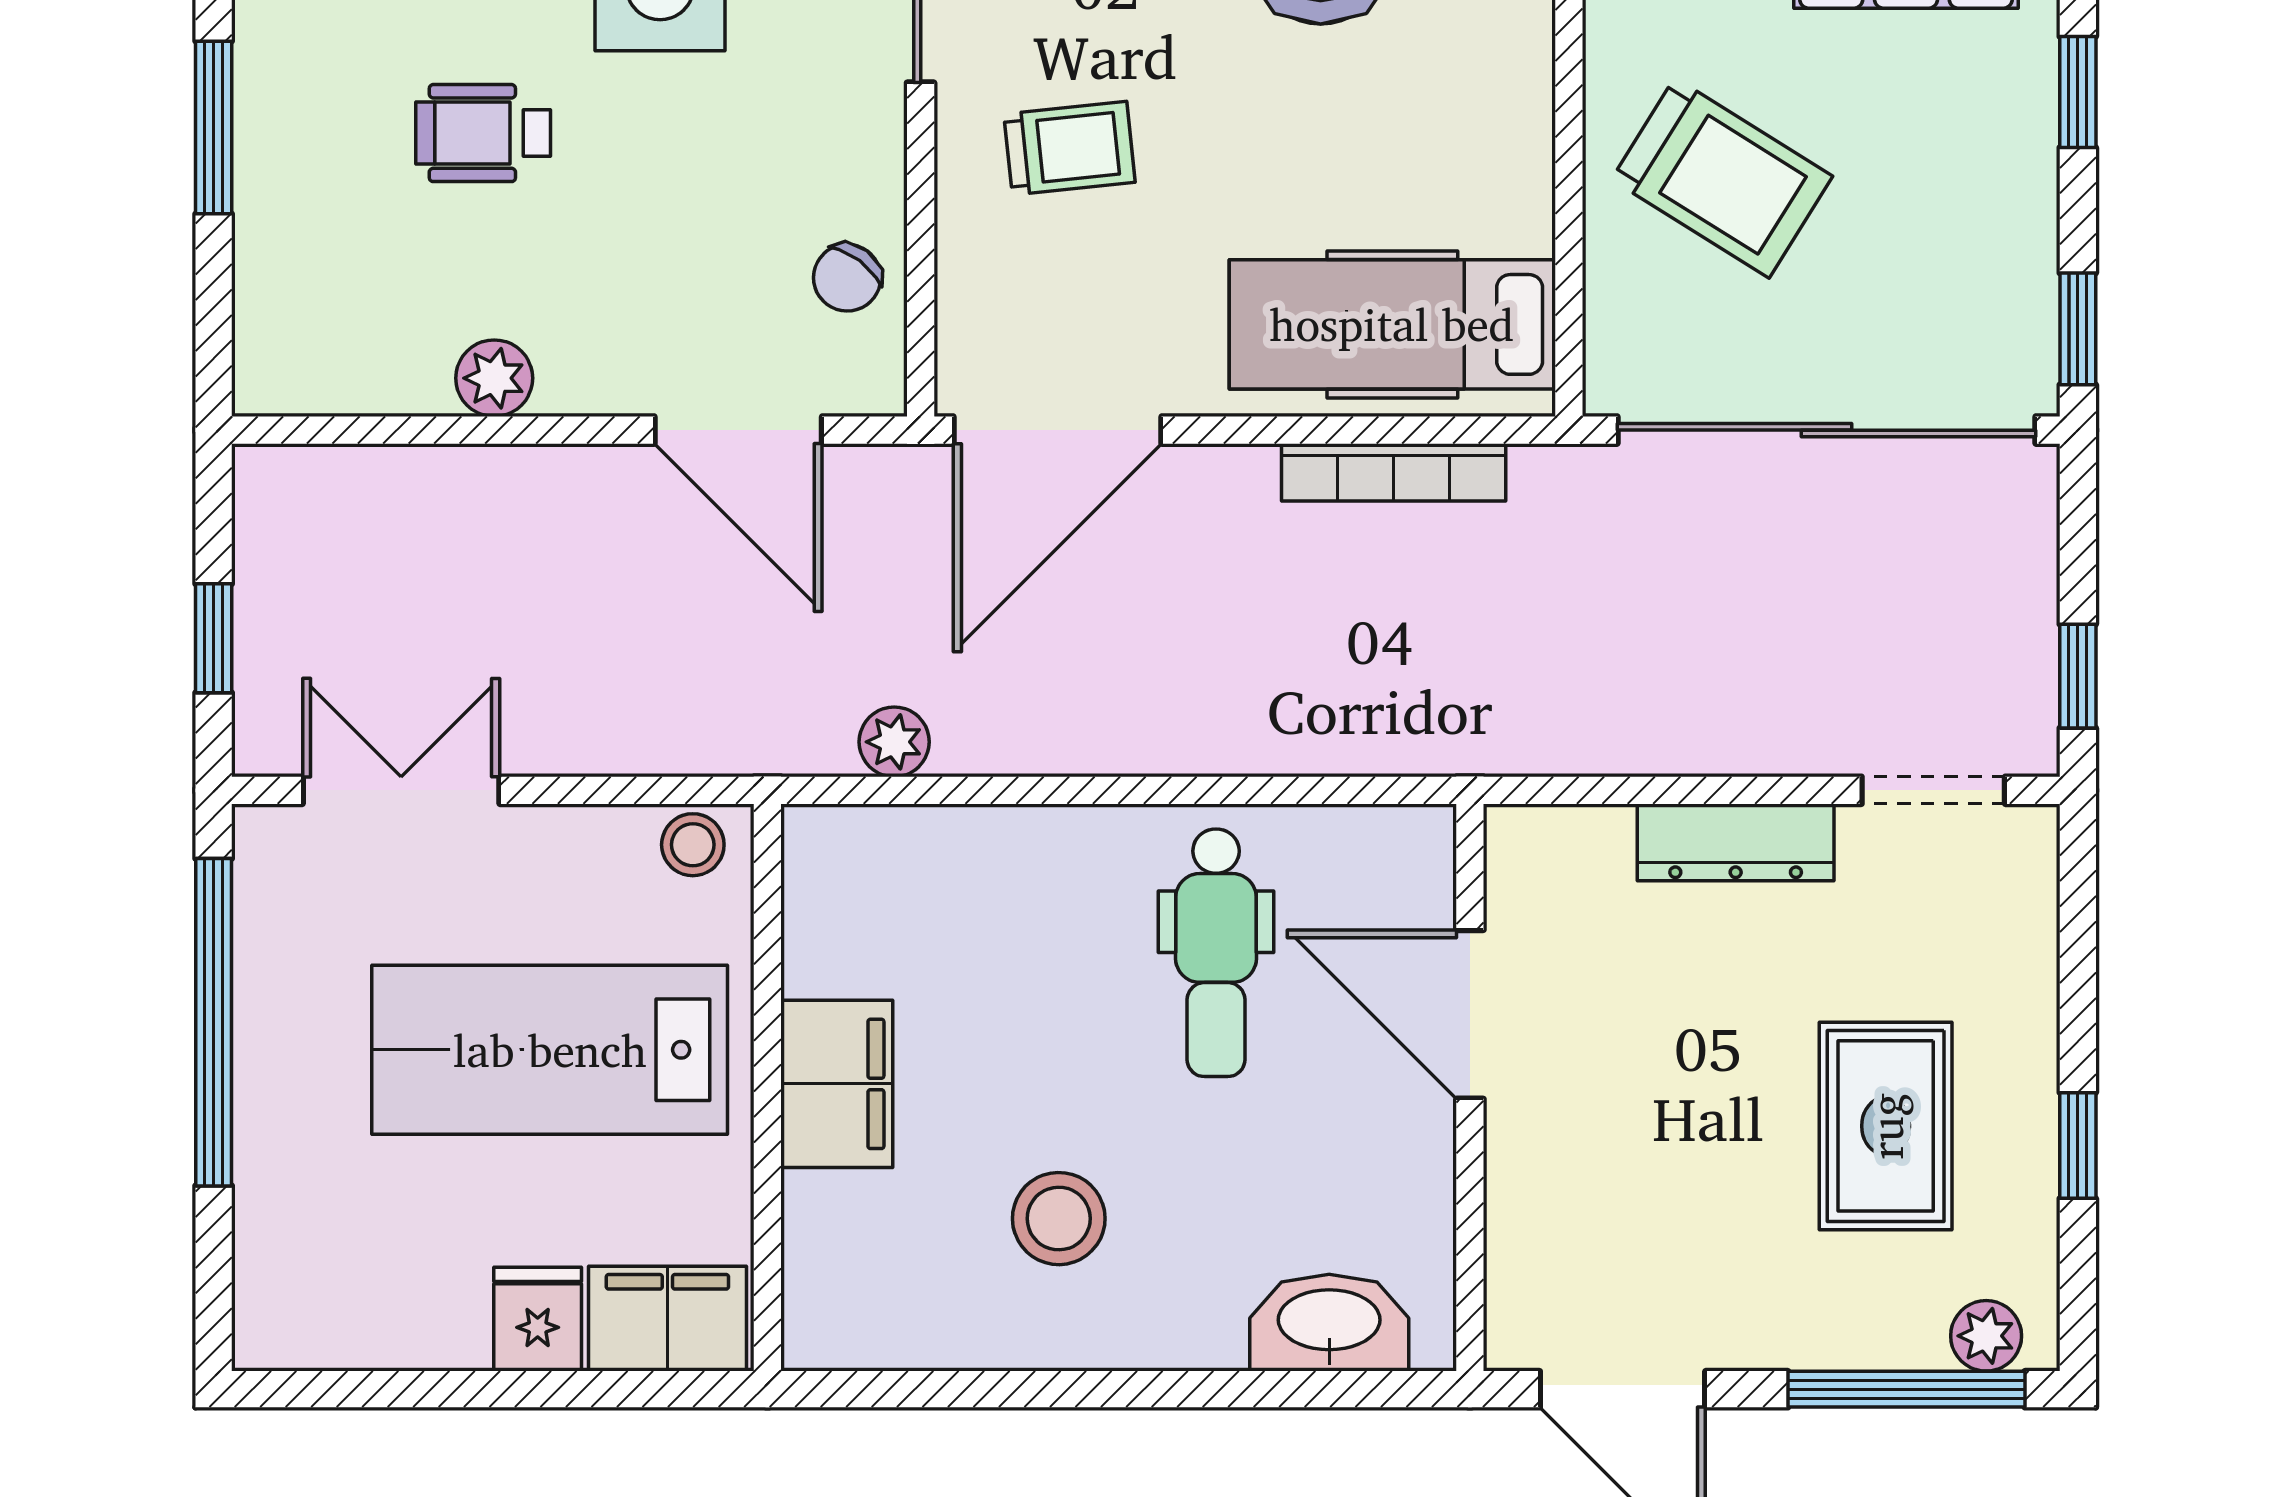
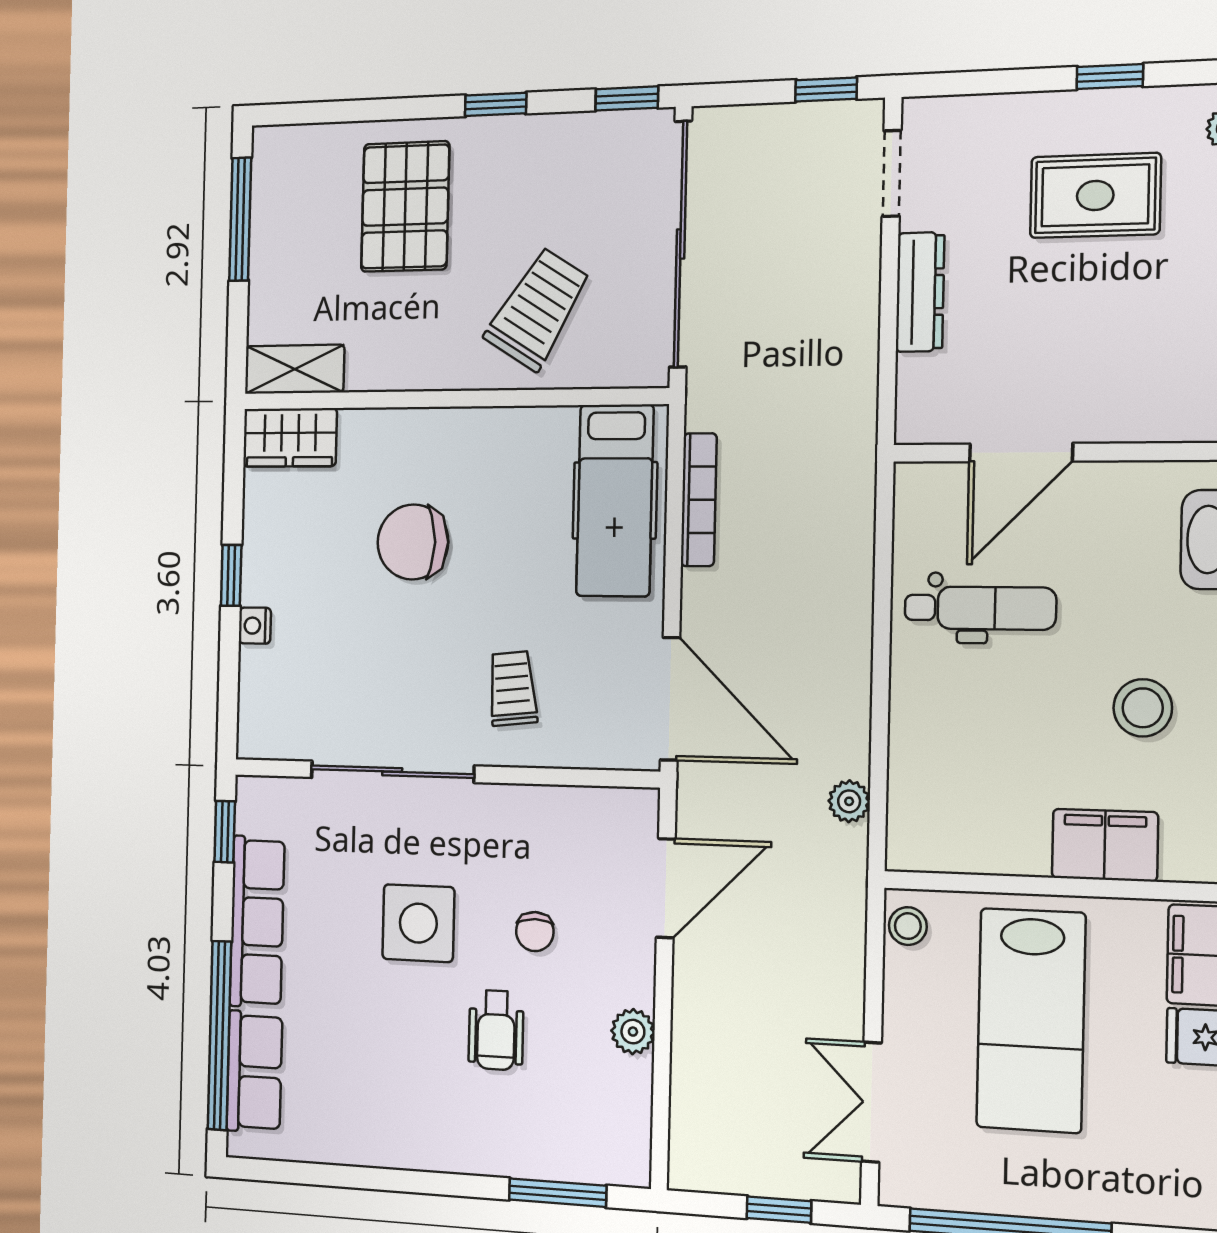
window: (214, 128) -> (558, 1193), moved
chair: (847, 278) -> (535, 932), moved, turned 53
filing cabinet: (837, 1084) -> (1105, 845), moved

